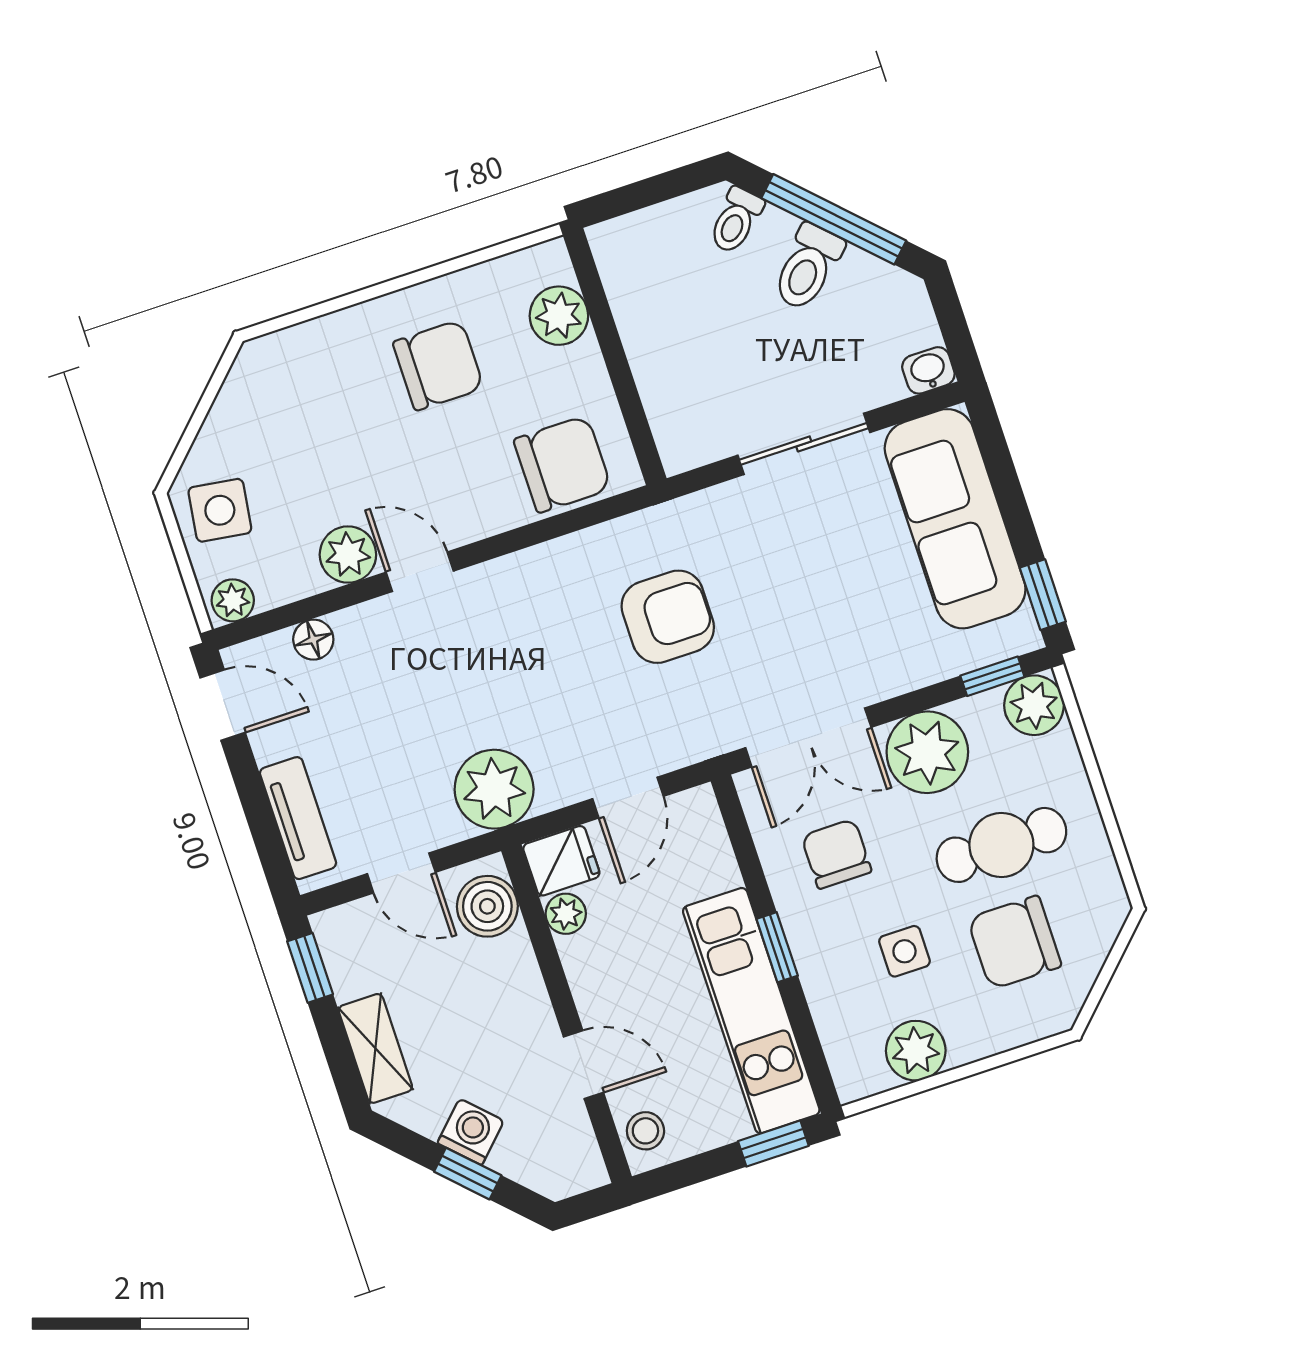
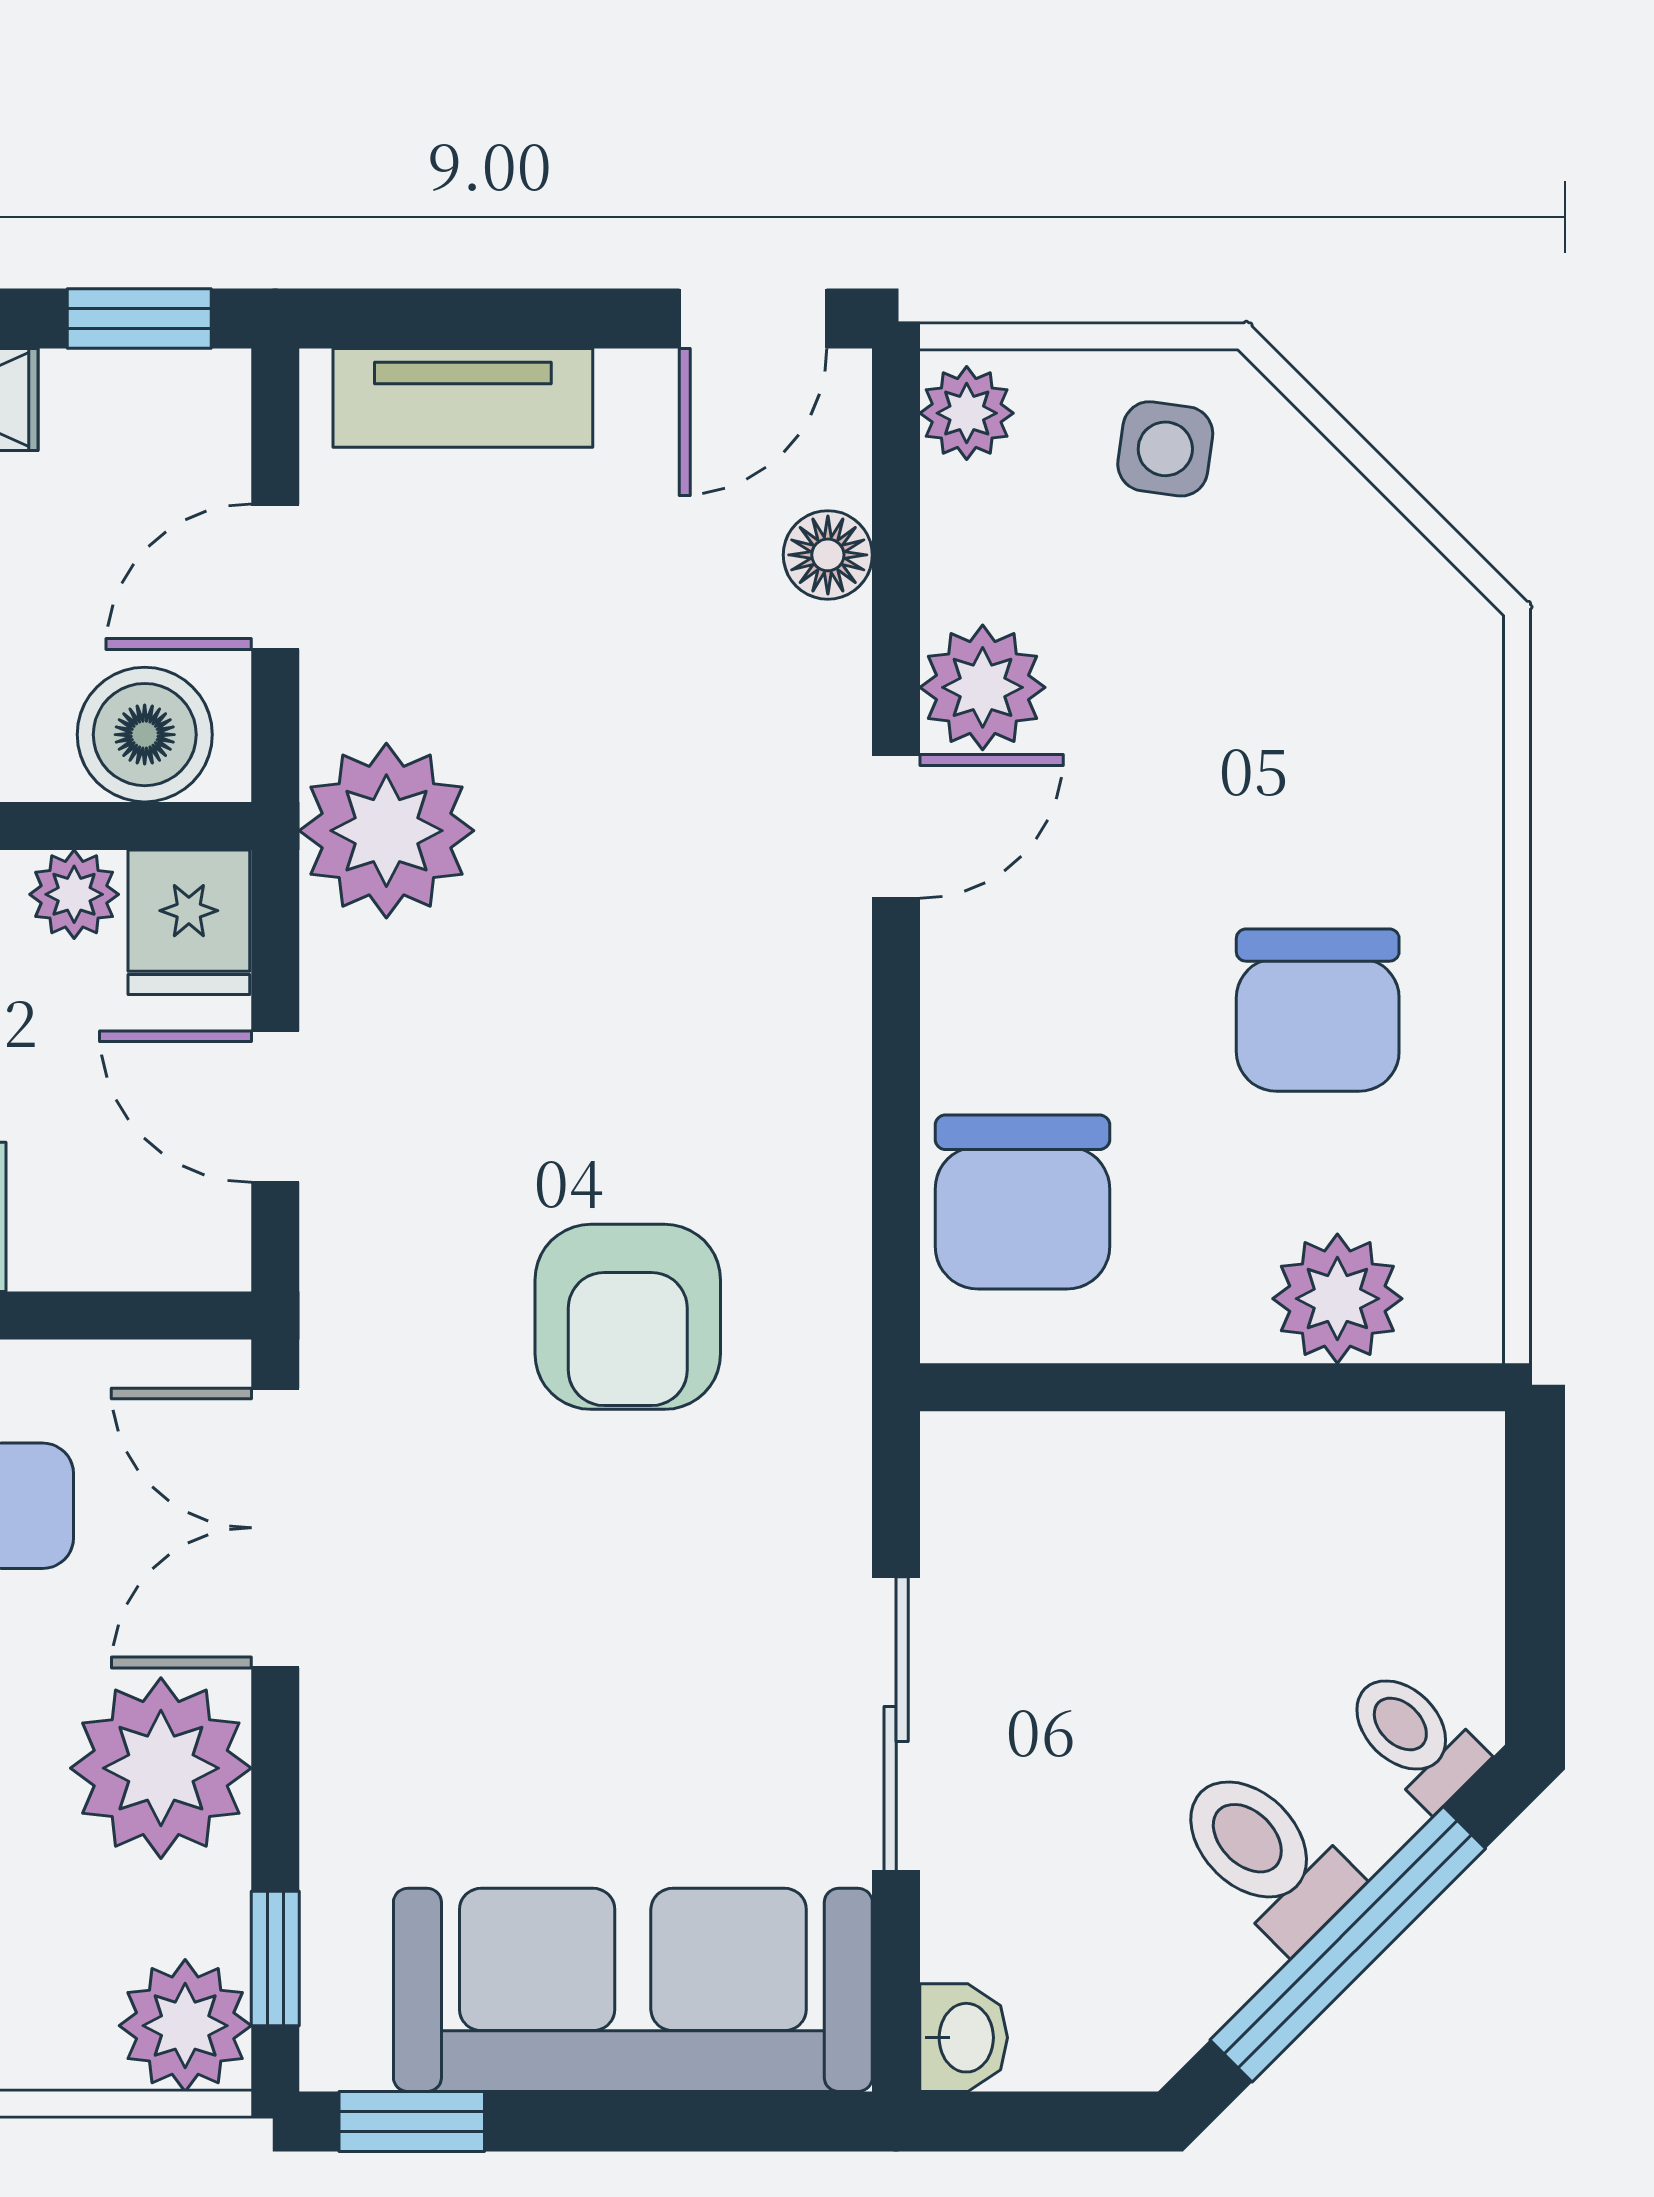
side table: (220, 510) -> (1165, 449), width x0.73, depth x0.73

